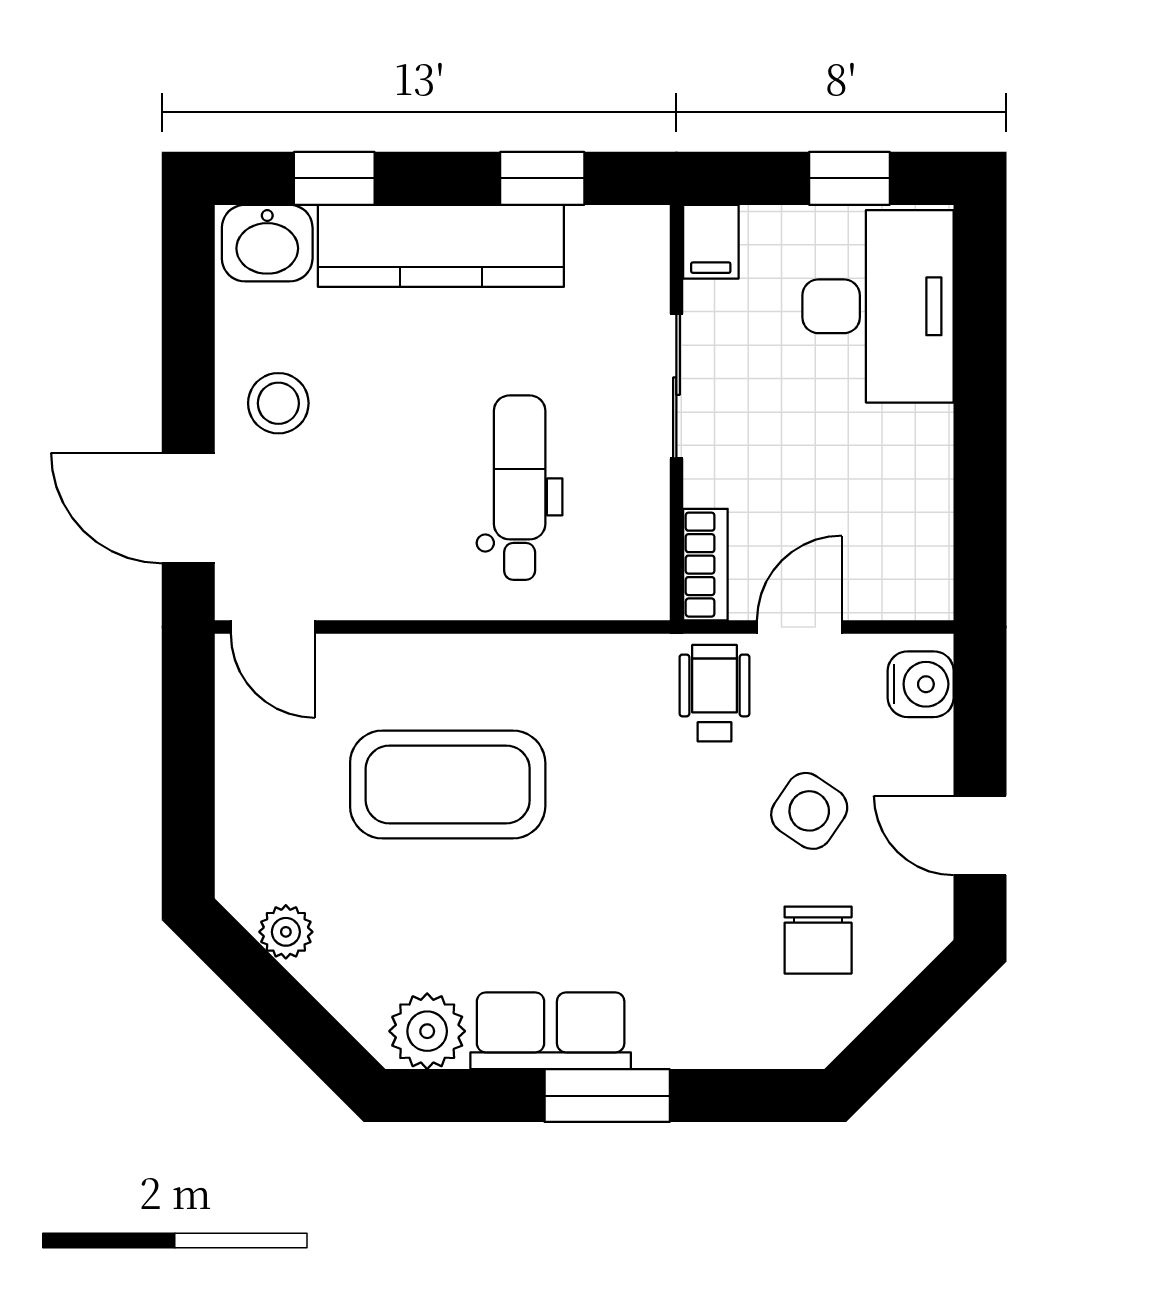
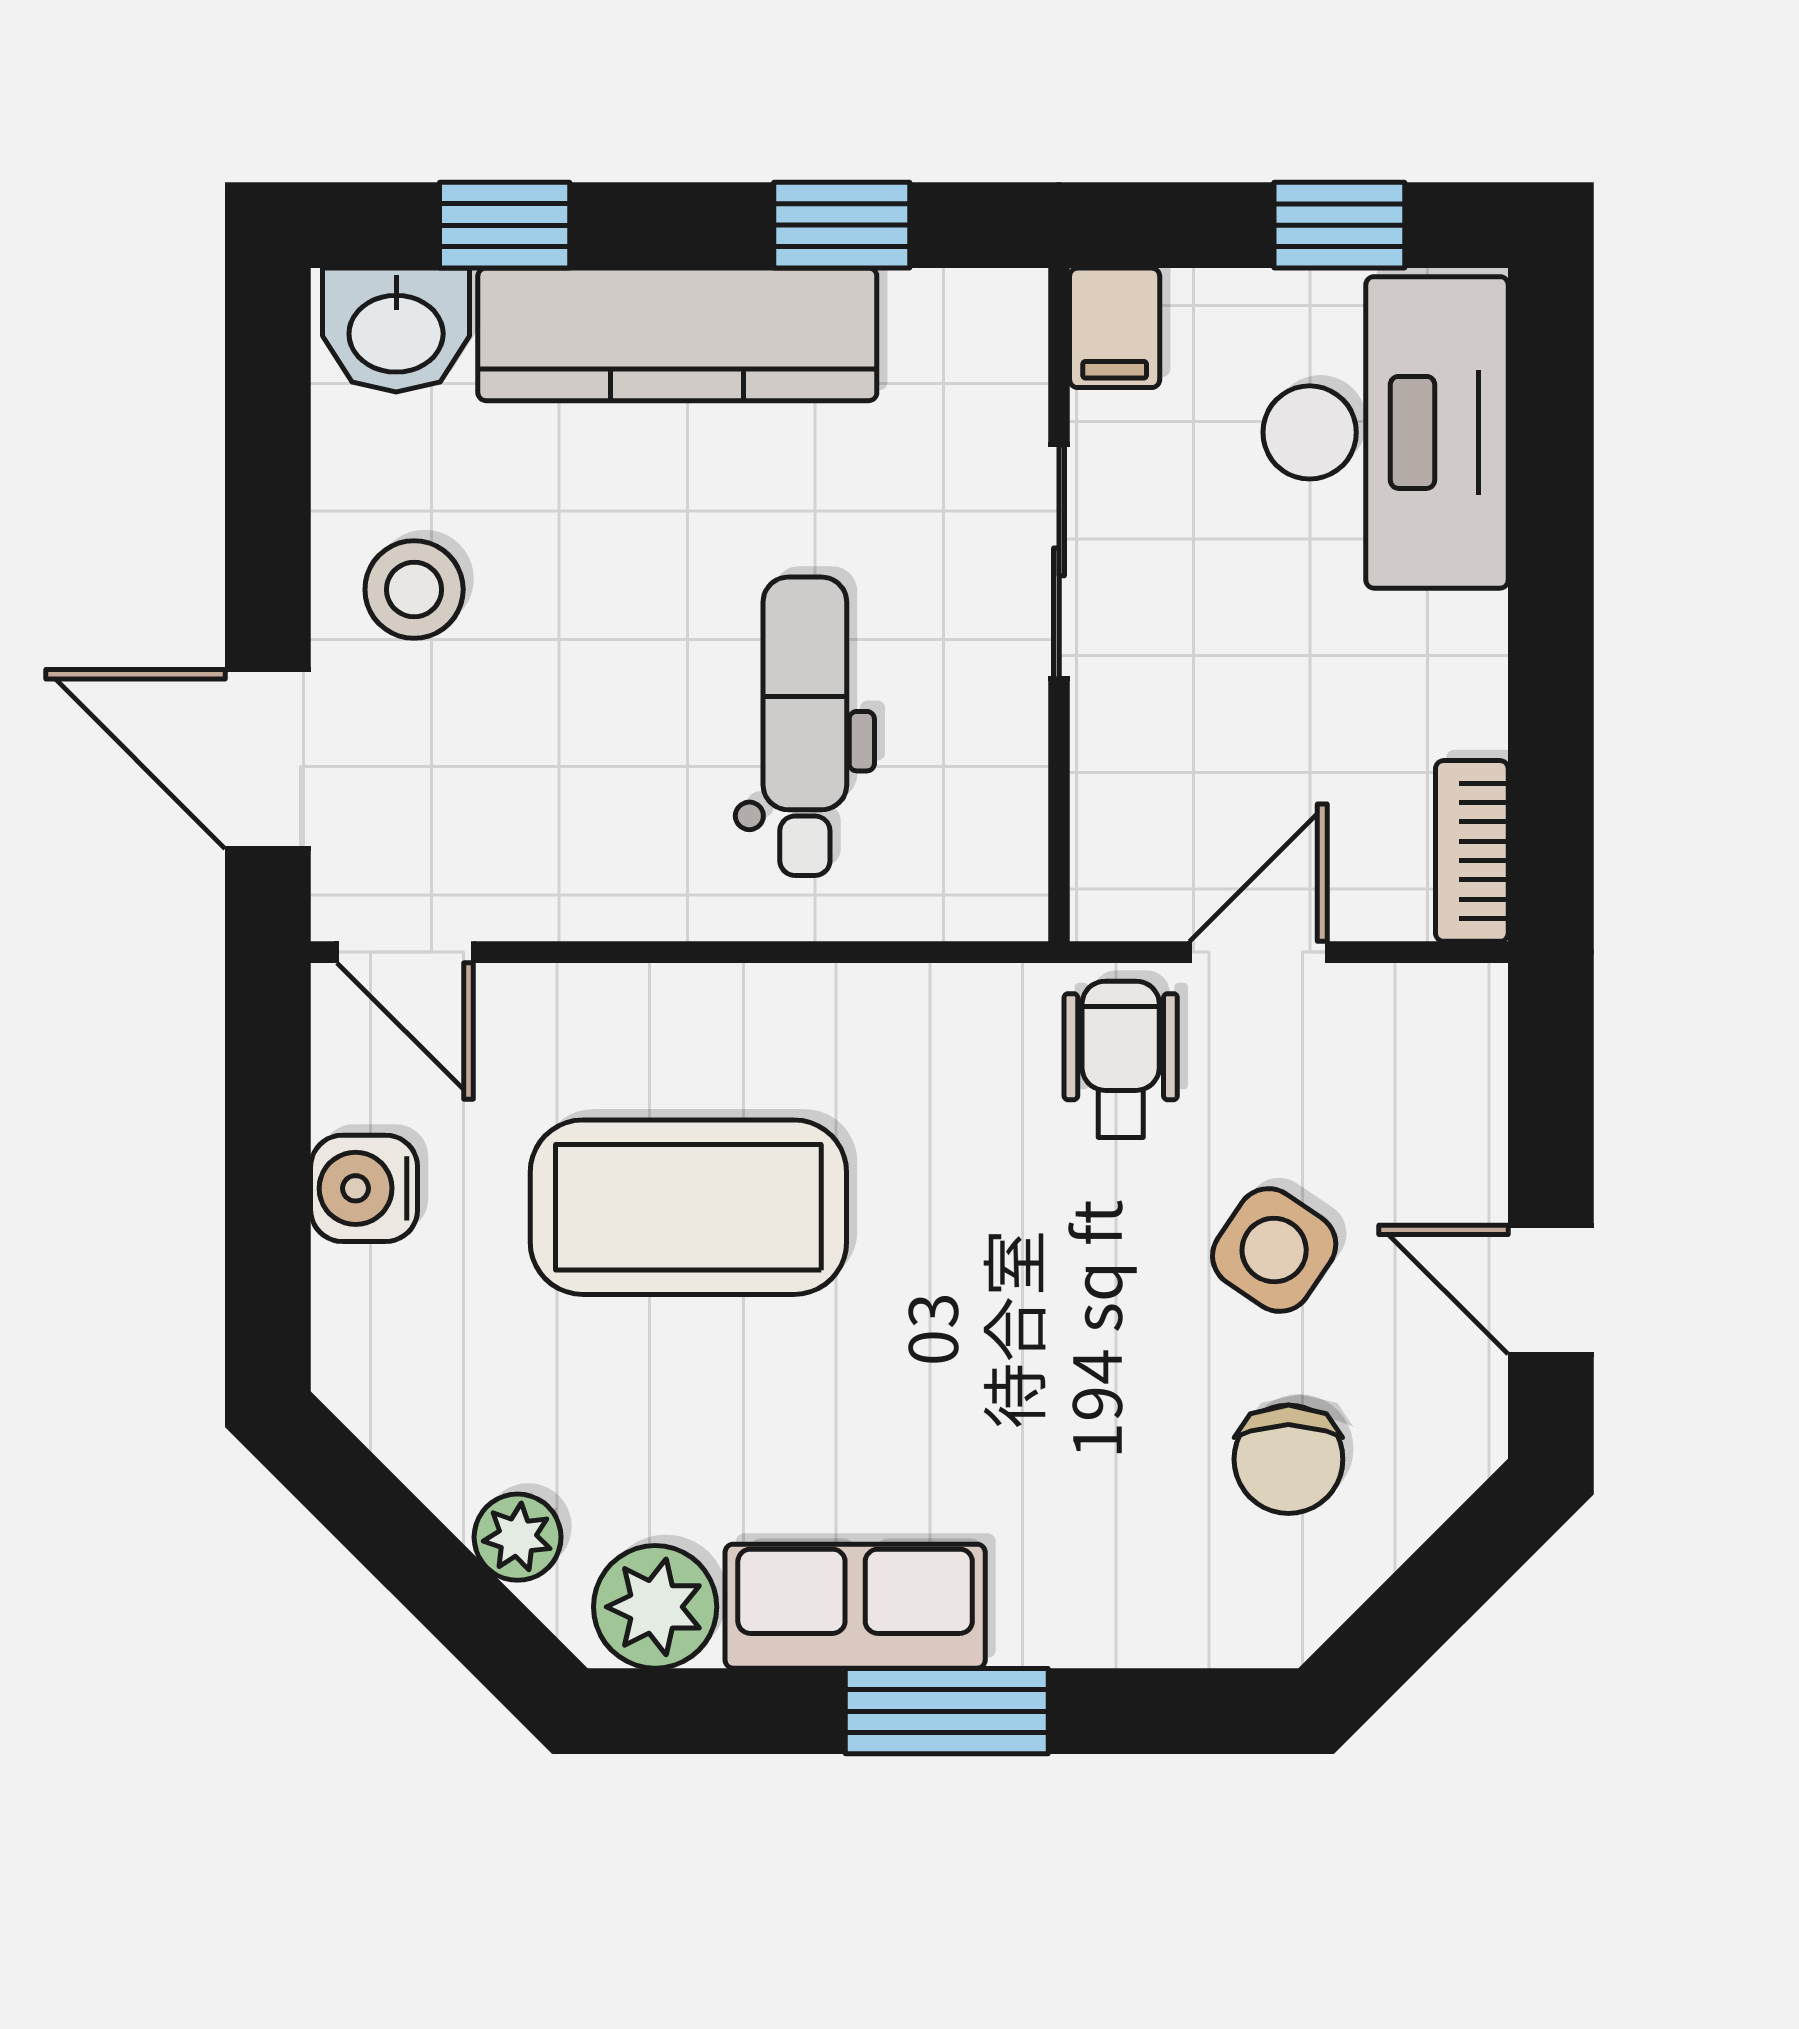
bookcase: (705, 565) -> (1472, 851), moved, turned 180
water cooler: (921, 684) -> (364, 1188), moved, turned 180
plant: (286, 932) -> (518, 1537), moved

